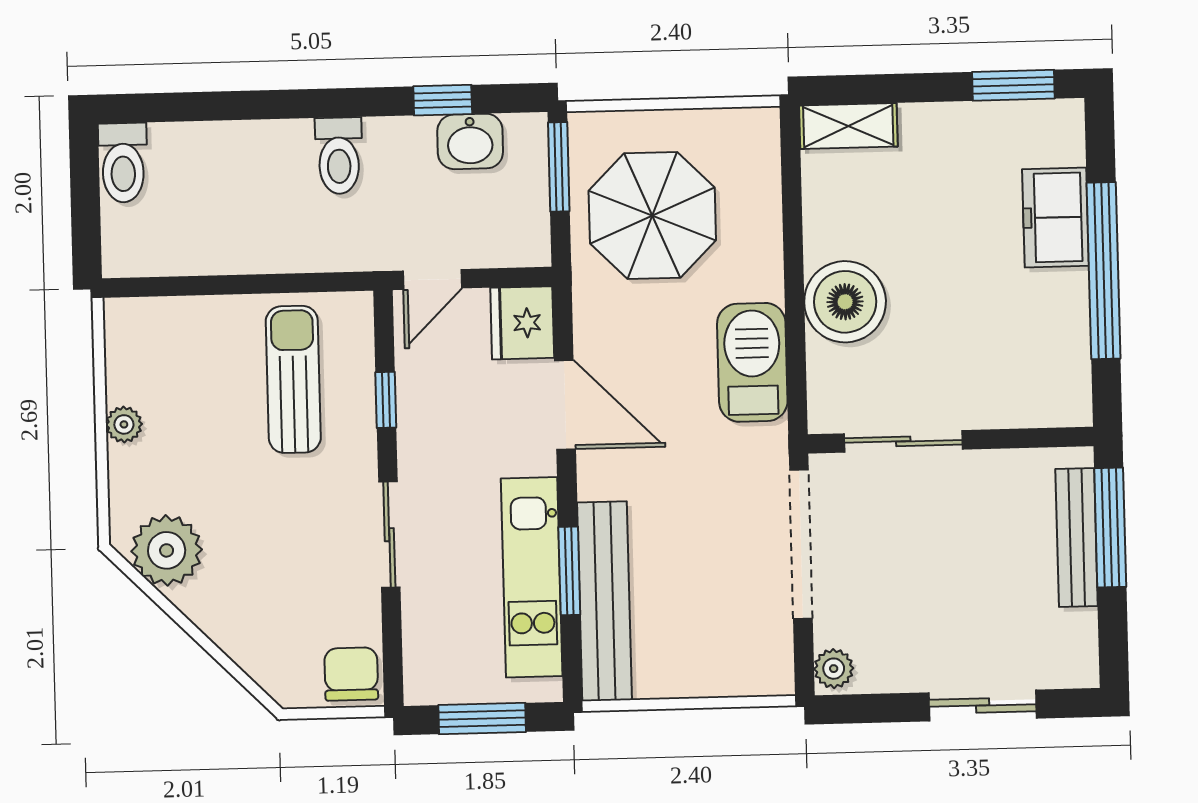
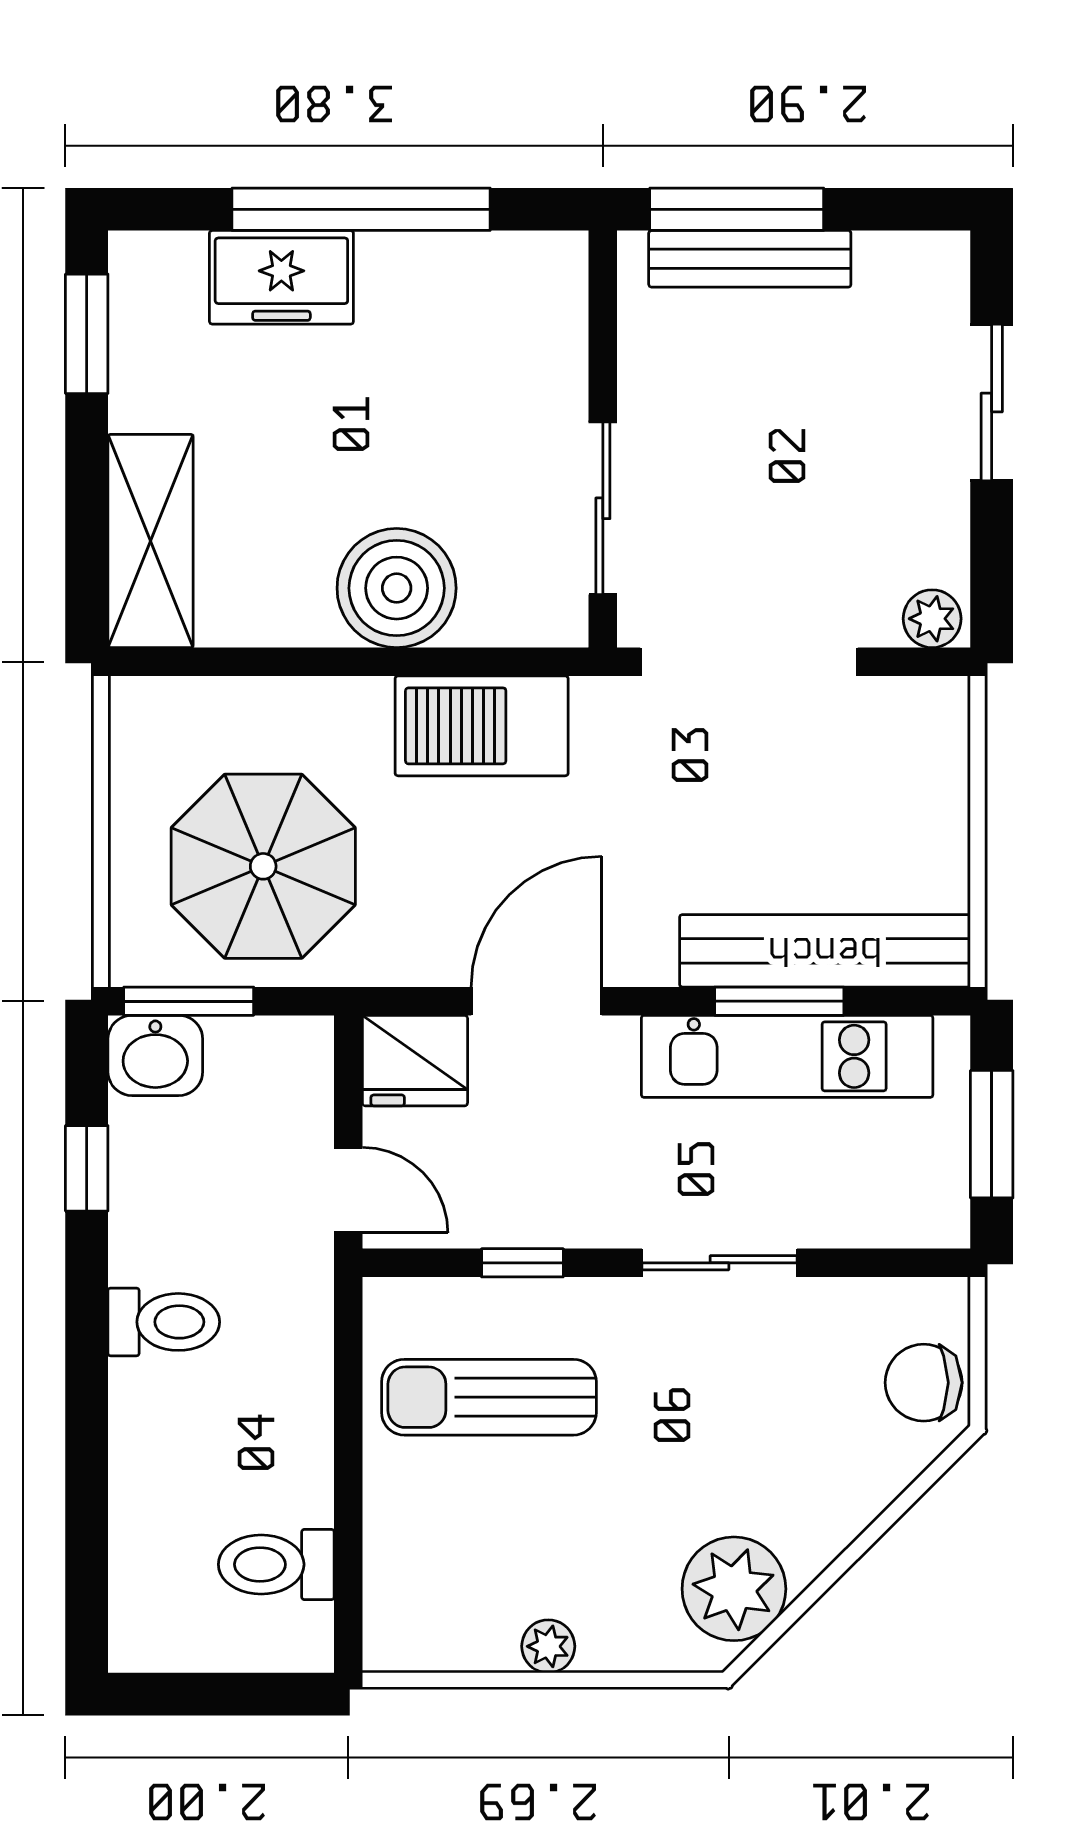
shelving: (848, 126) -> (151, 541), width x1.50, depth x1.33
washbasin: (470, 141) -> (155, 1055), moved, turned 90
toilet: (123, 163) -> (276, 1564), moved, turned 180
chair: (351, 674) -> (924, 1383), moved

